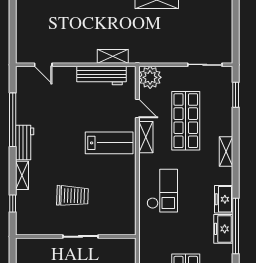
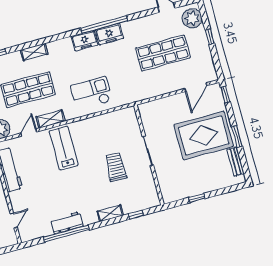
workbench: (25, 142) -> (67, 223), moved
shelving: (226, 151) -> (34, 52), moved

